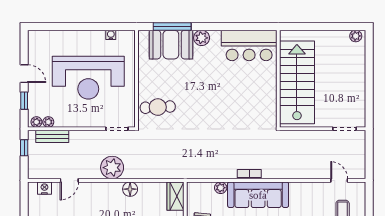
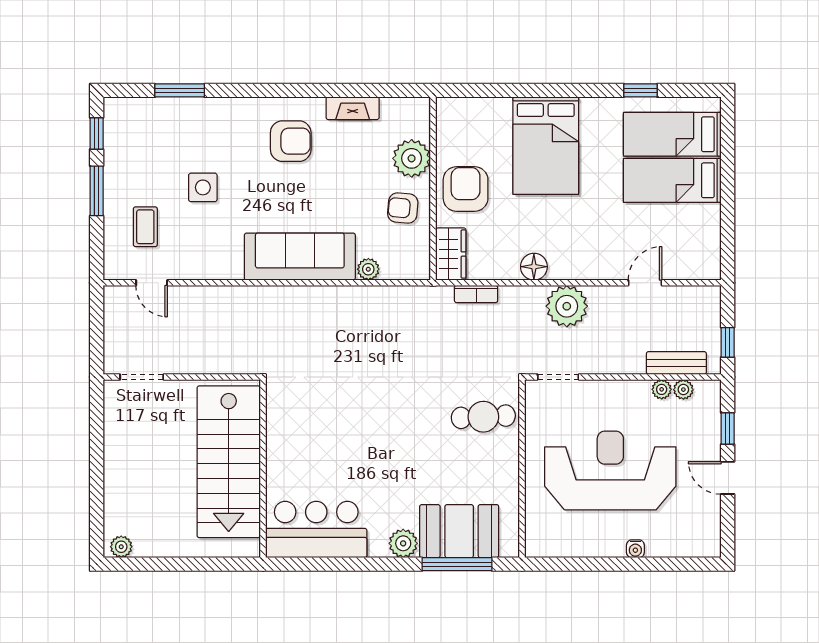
water cooler: (111, 35) -> (635, 549), moved
plant: (36, 122) -> (662, 389), moved
bookcase: (249, 174) -> (476, 294), moved
nightstand: (44, 188) -> (690, 269), removed

